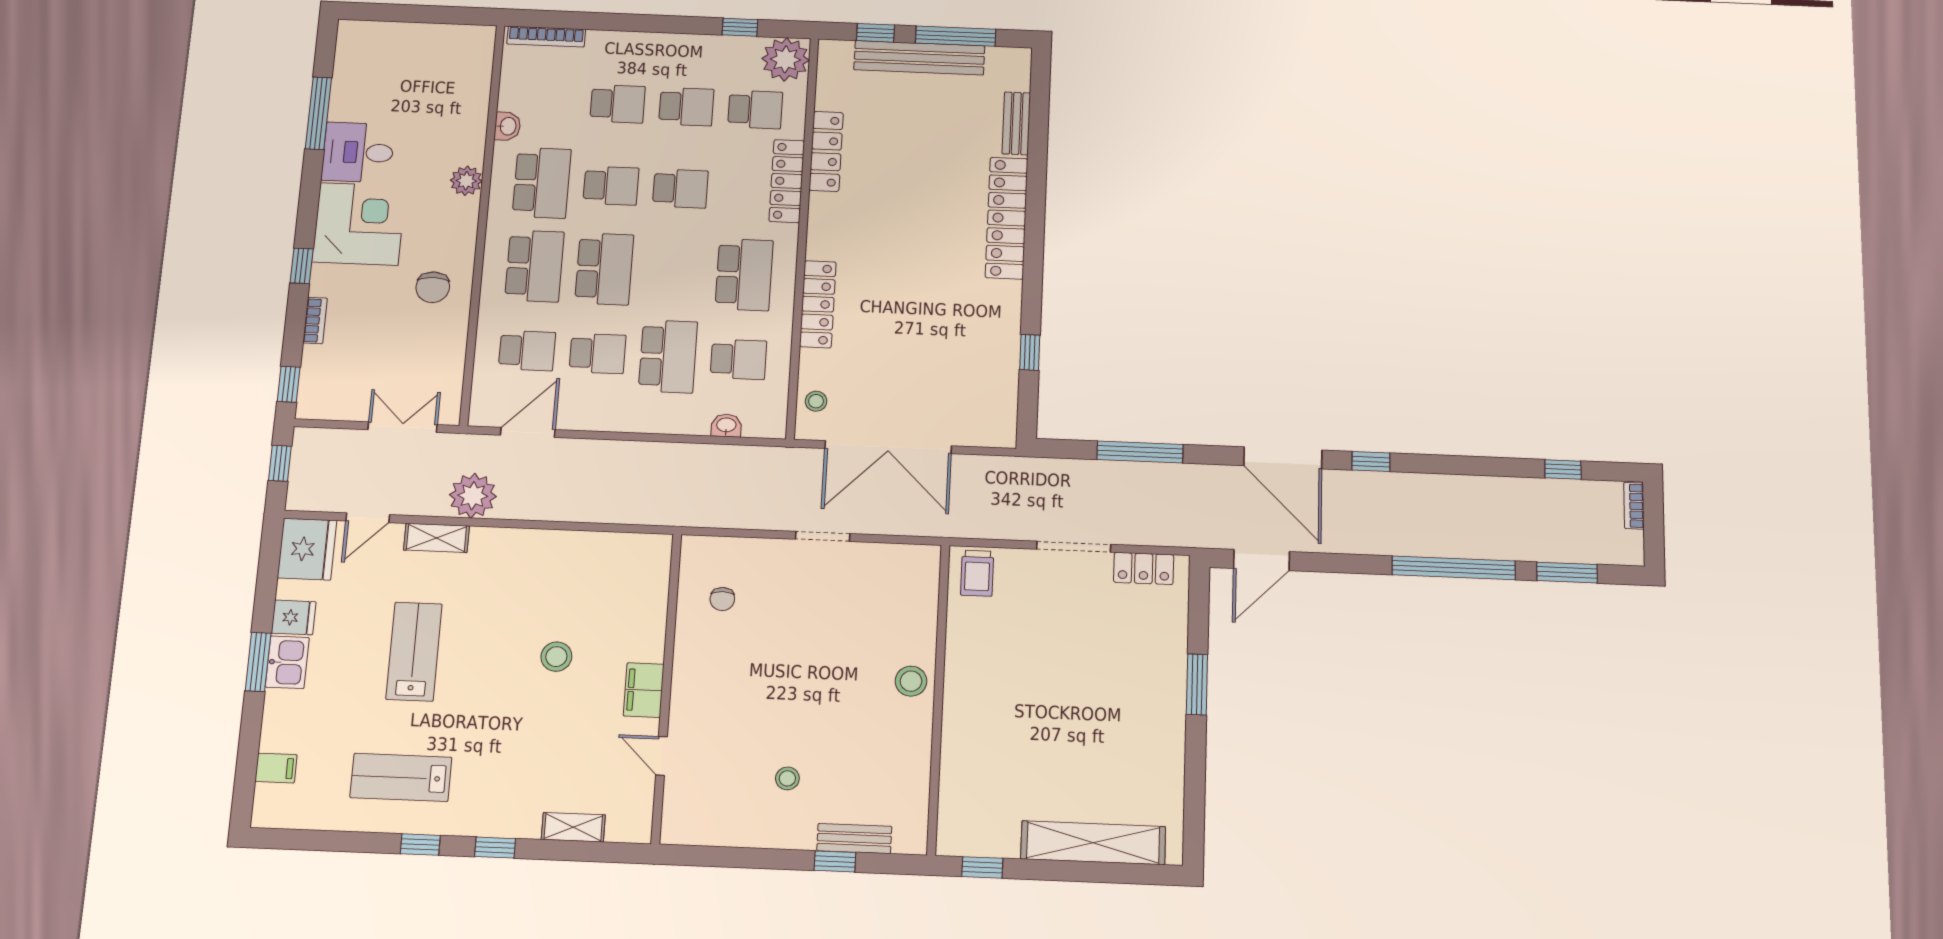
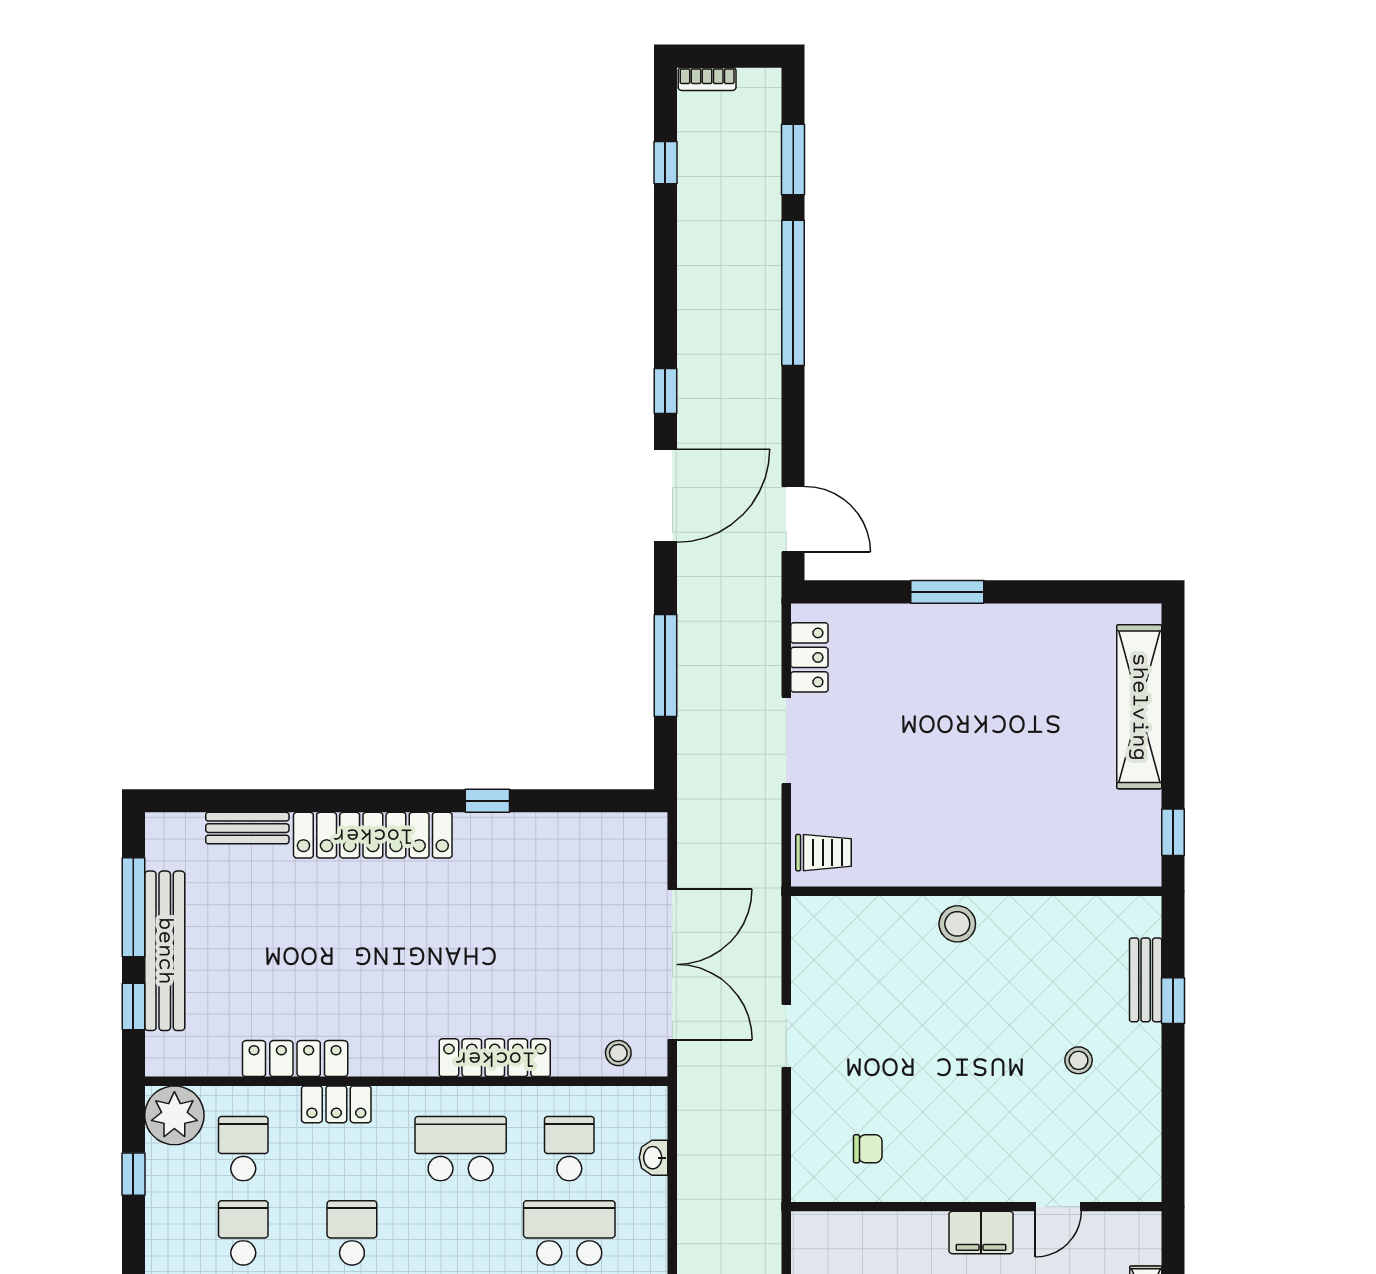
locker: (787, 181) -> (336, 1104), width x0.66
window: (1030, 352) -> (487, 801), moved

